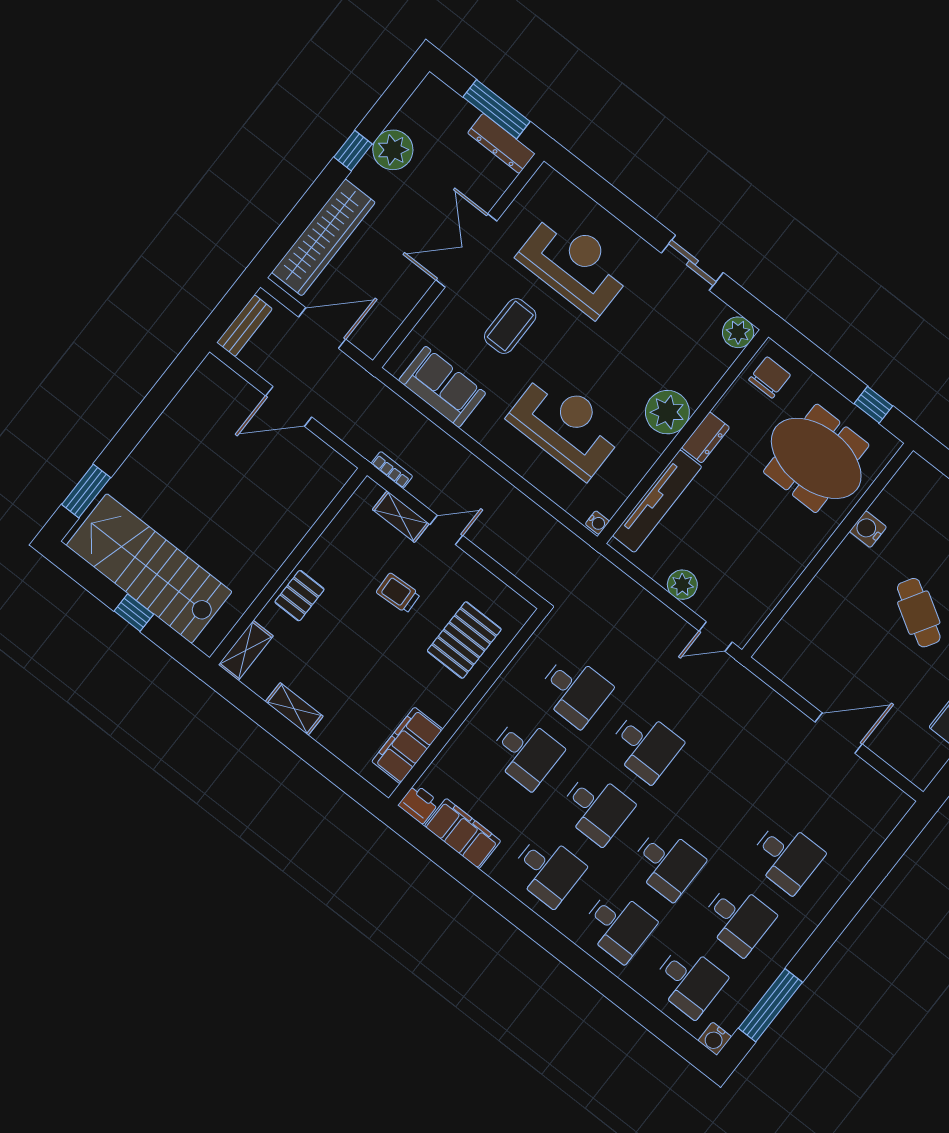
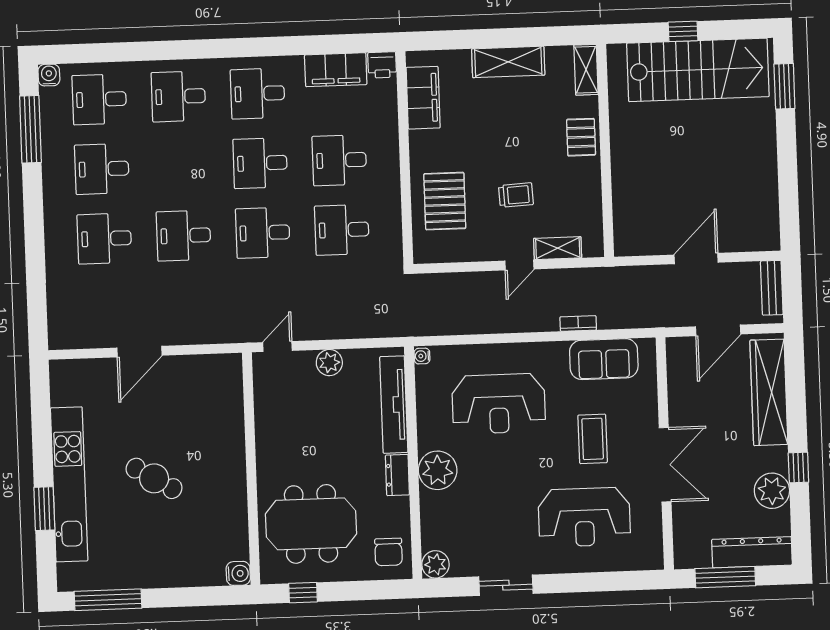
dresser: (501, 143) -> (752, 552), moved, width x1.37, depth x1.24
bookcase: (392, 470) -> (578, 323), moved, turned 180
water cooler: (868, 529) -> (238, 573), moved
shelving: (294, 709) -> (508, 62), width x1.50, depth x1.33
desk: (667, 863) -> (184, 236), moved

